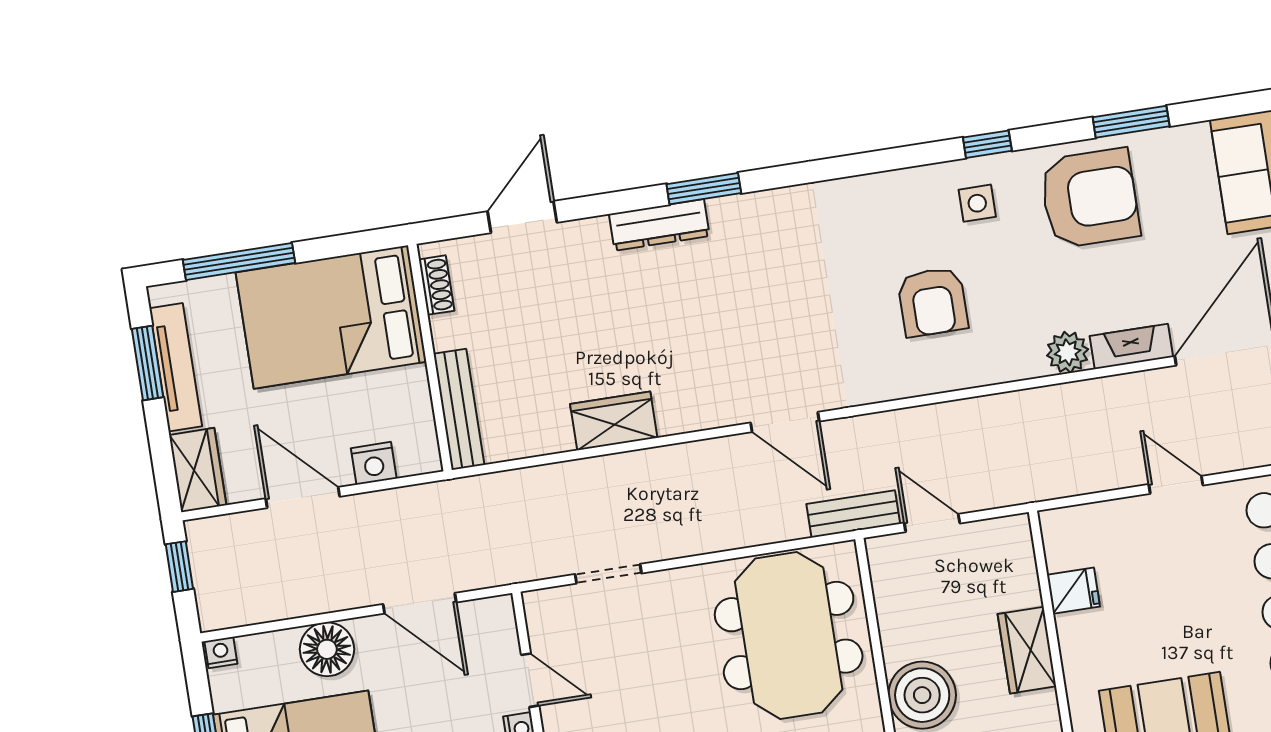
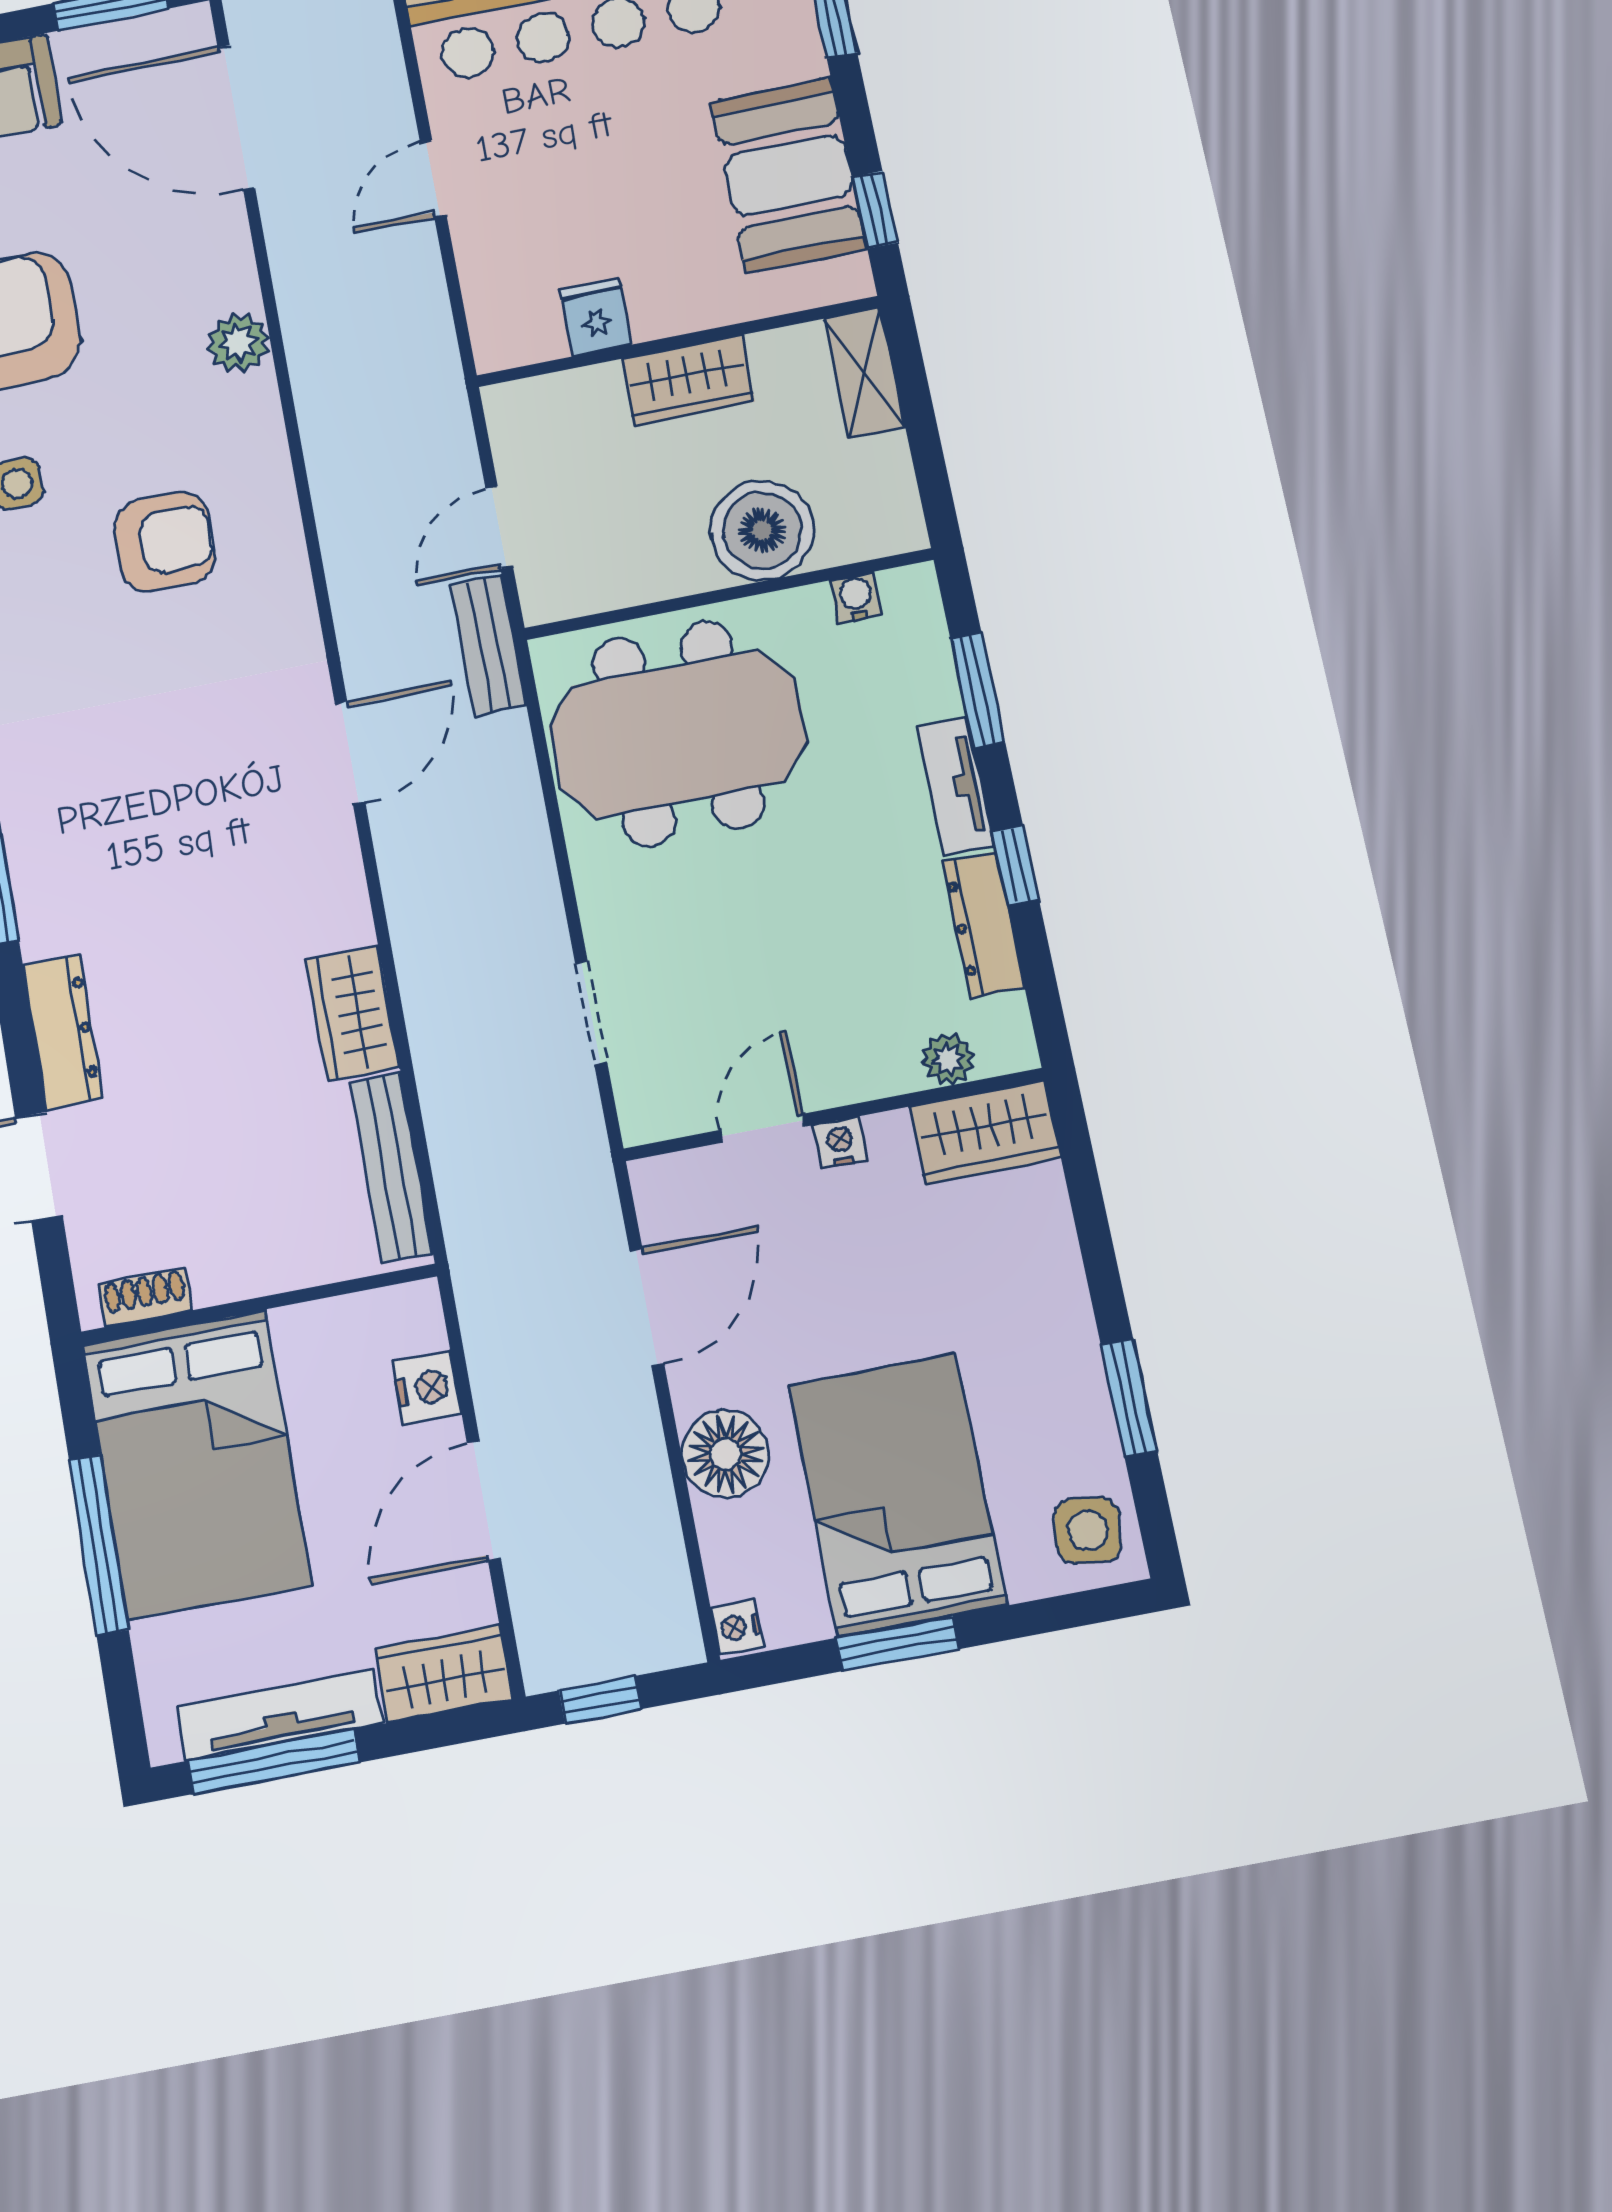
dresser: (659, 225) -> (63, 1031), moved
window: (239, 261) -> (99, 1545), moved
fireplace: (1131, 346) -> (229, 252), removed
window: (148, 363) -> (274, 1762), width x1.44
bench: (459, 409) -> (392, 1168), moved, turned 90

